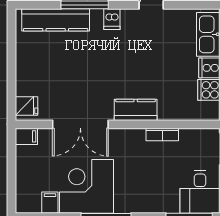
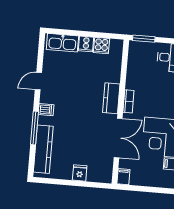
fridge: (26, 106) -> (80, 173), moved
bookcase: (162, 135) -> (128, 101), moved

